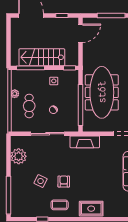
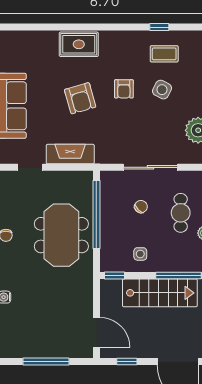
door: (80, 33) -> (96, 332), swing flipped
meeting table: (102, 92) -> (61, 235), width x0.73
fireplace: (85, 142) -> (70, 154), moved
armchair: (90, 176) -> (80, 98), added
coffee table: (60, 205) -> (164, 54), moved

